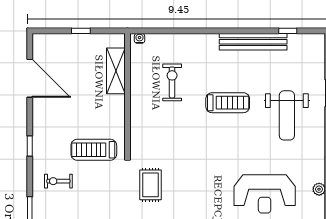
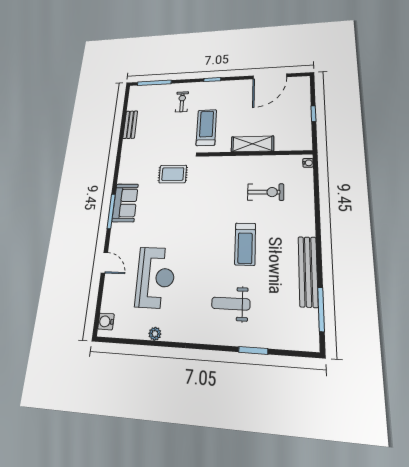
window: (288, 31) -> (321, 309), width x2.17
shelving: (116, 71) -> (252, 144), moved
weight bench: (287, 115) -> (231, 304), width x0.73, depth x0.75
reception desk: (265, 194) -> (155, 277), turned 180

